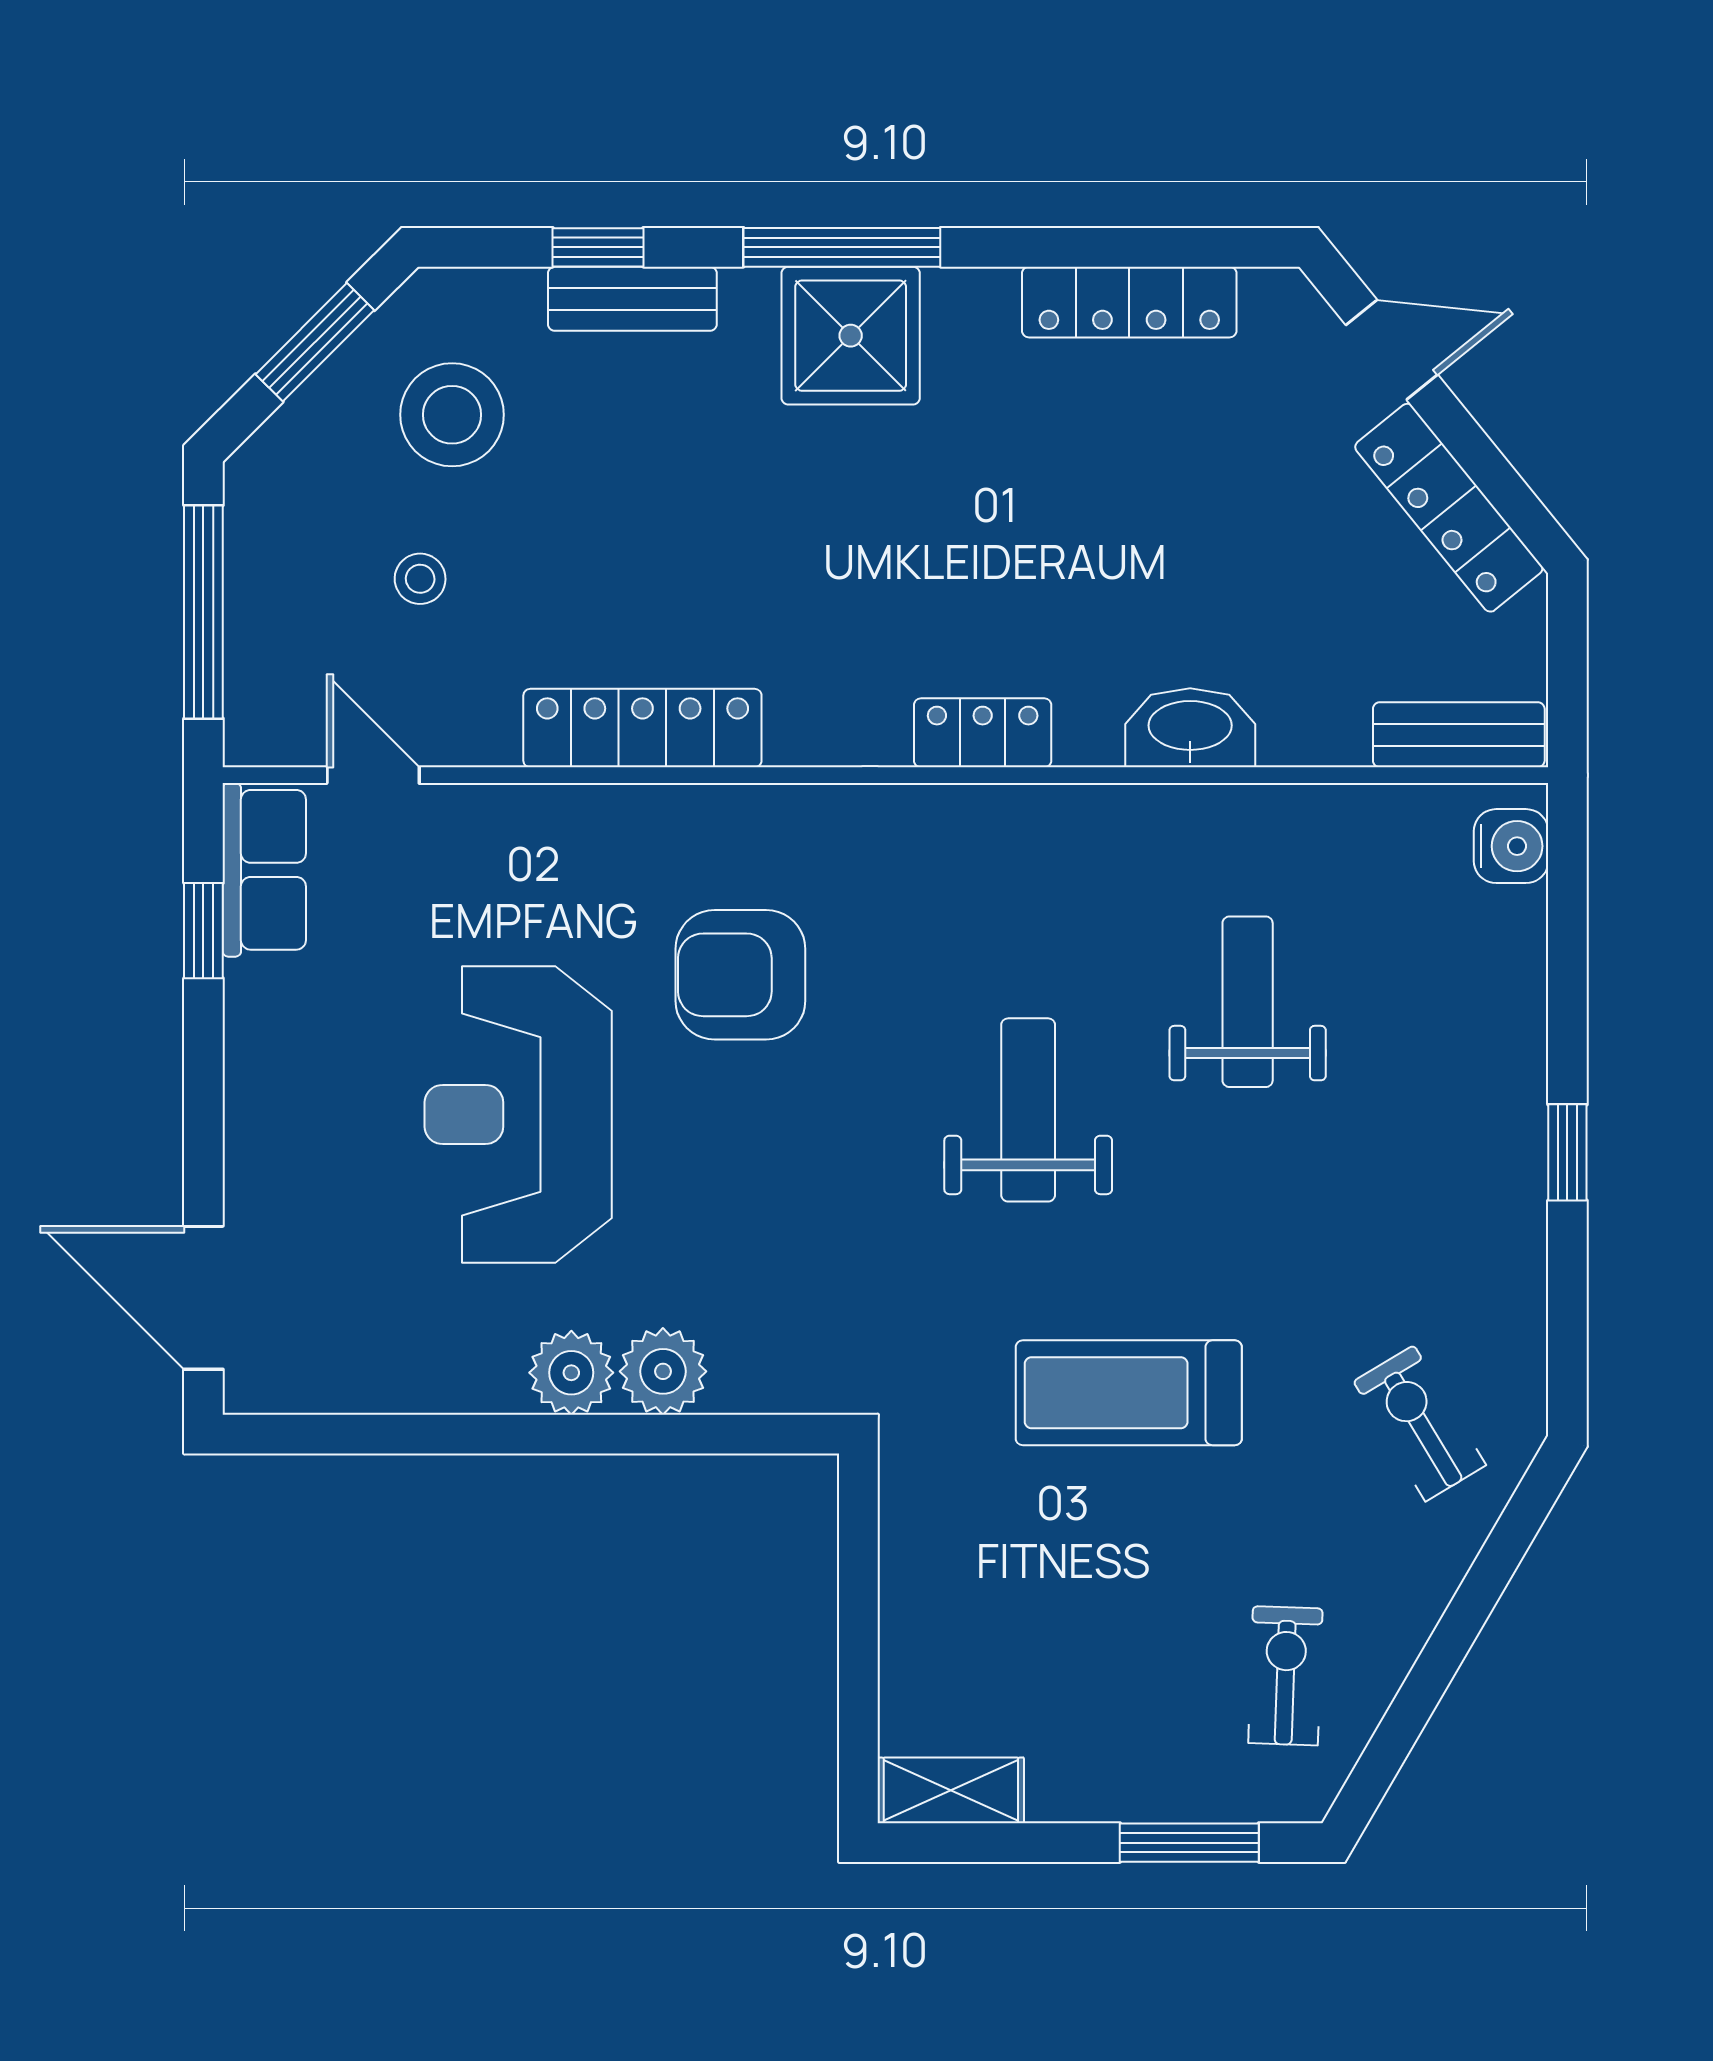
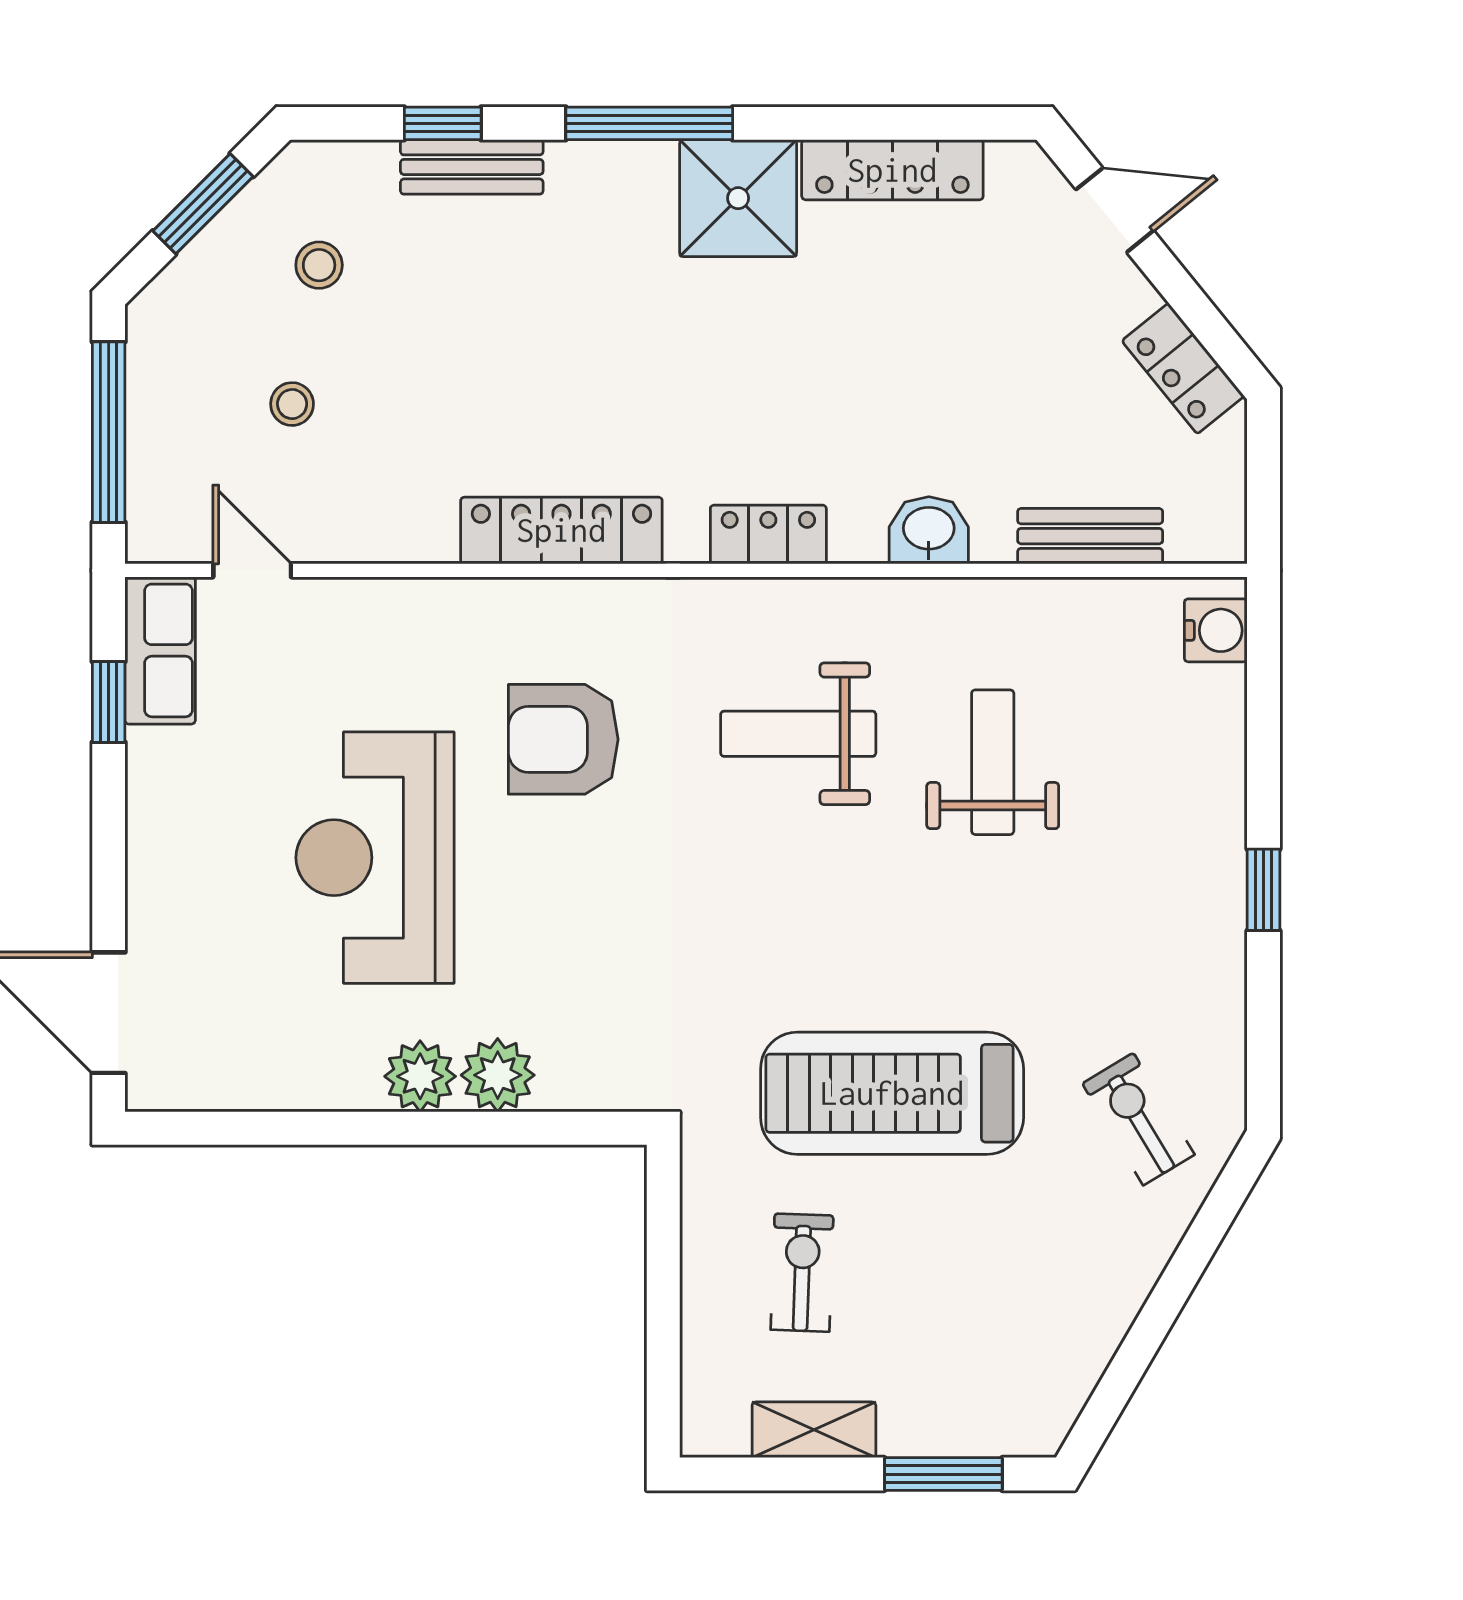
shower: (851, 336) -> (738, 198), moved
stool: (452, 415) -> (319, 265), width x0.53, depth x0.53
locker: (1449, 508) -> (1183, 368), width x0.66
locker: (642, 728) -> (561, 530), moved
washbasin: (1190, 728) -> (929, 530), width x0.72
bench: (1459, 735) -> (1090, 536), moved
weight bench: (1028, 1110) -> (798, 734), moved, turned -90
treadmill: (1129, 1393) -> (892, 1093), width x1.37, depth x1.38
exercise bike: (1285, 1676) -> (802, 1273), moved
shelving: (951, 1790) -> (814, 1430), moved

